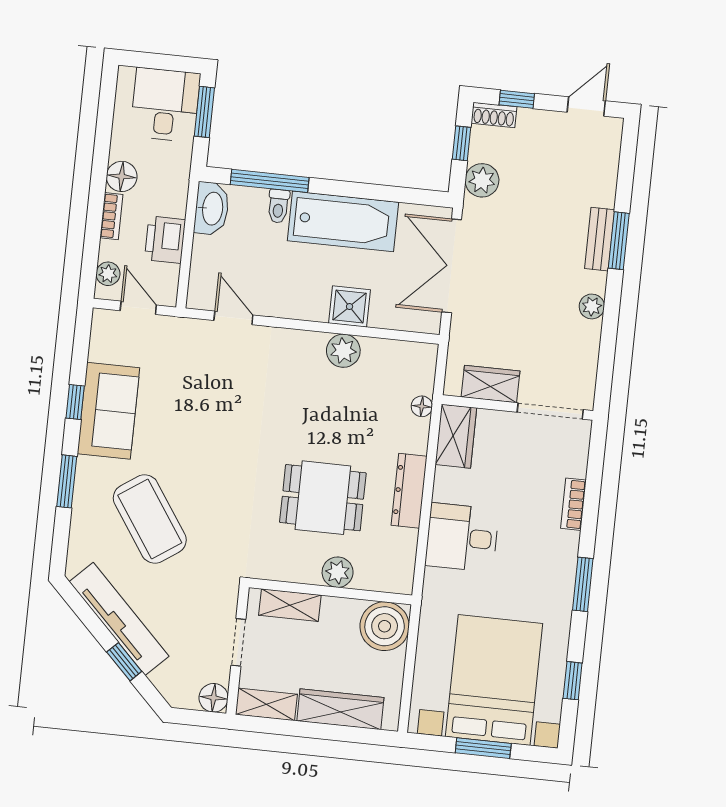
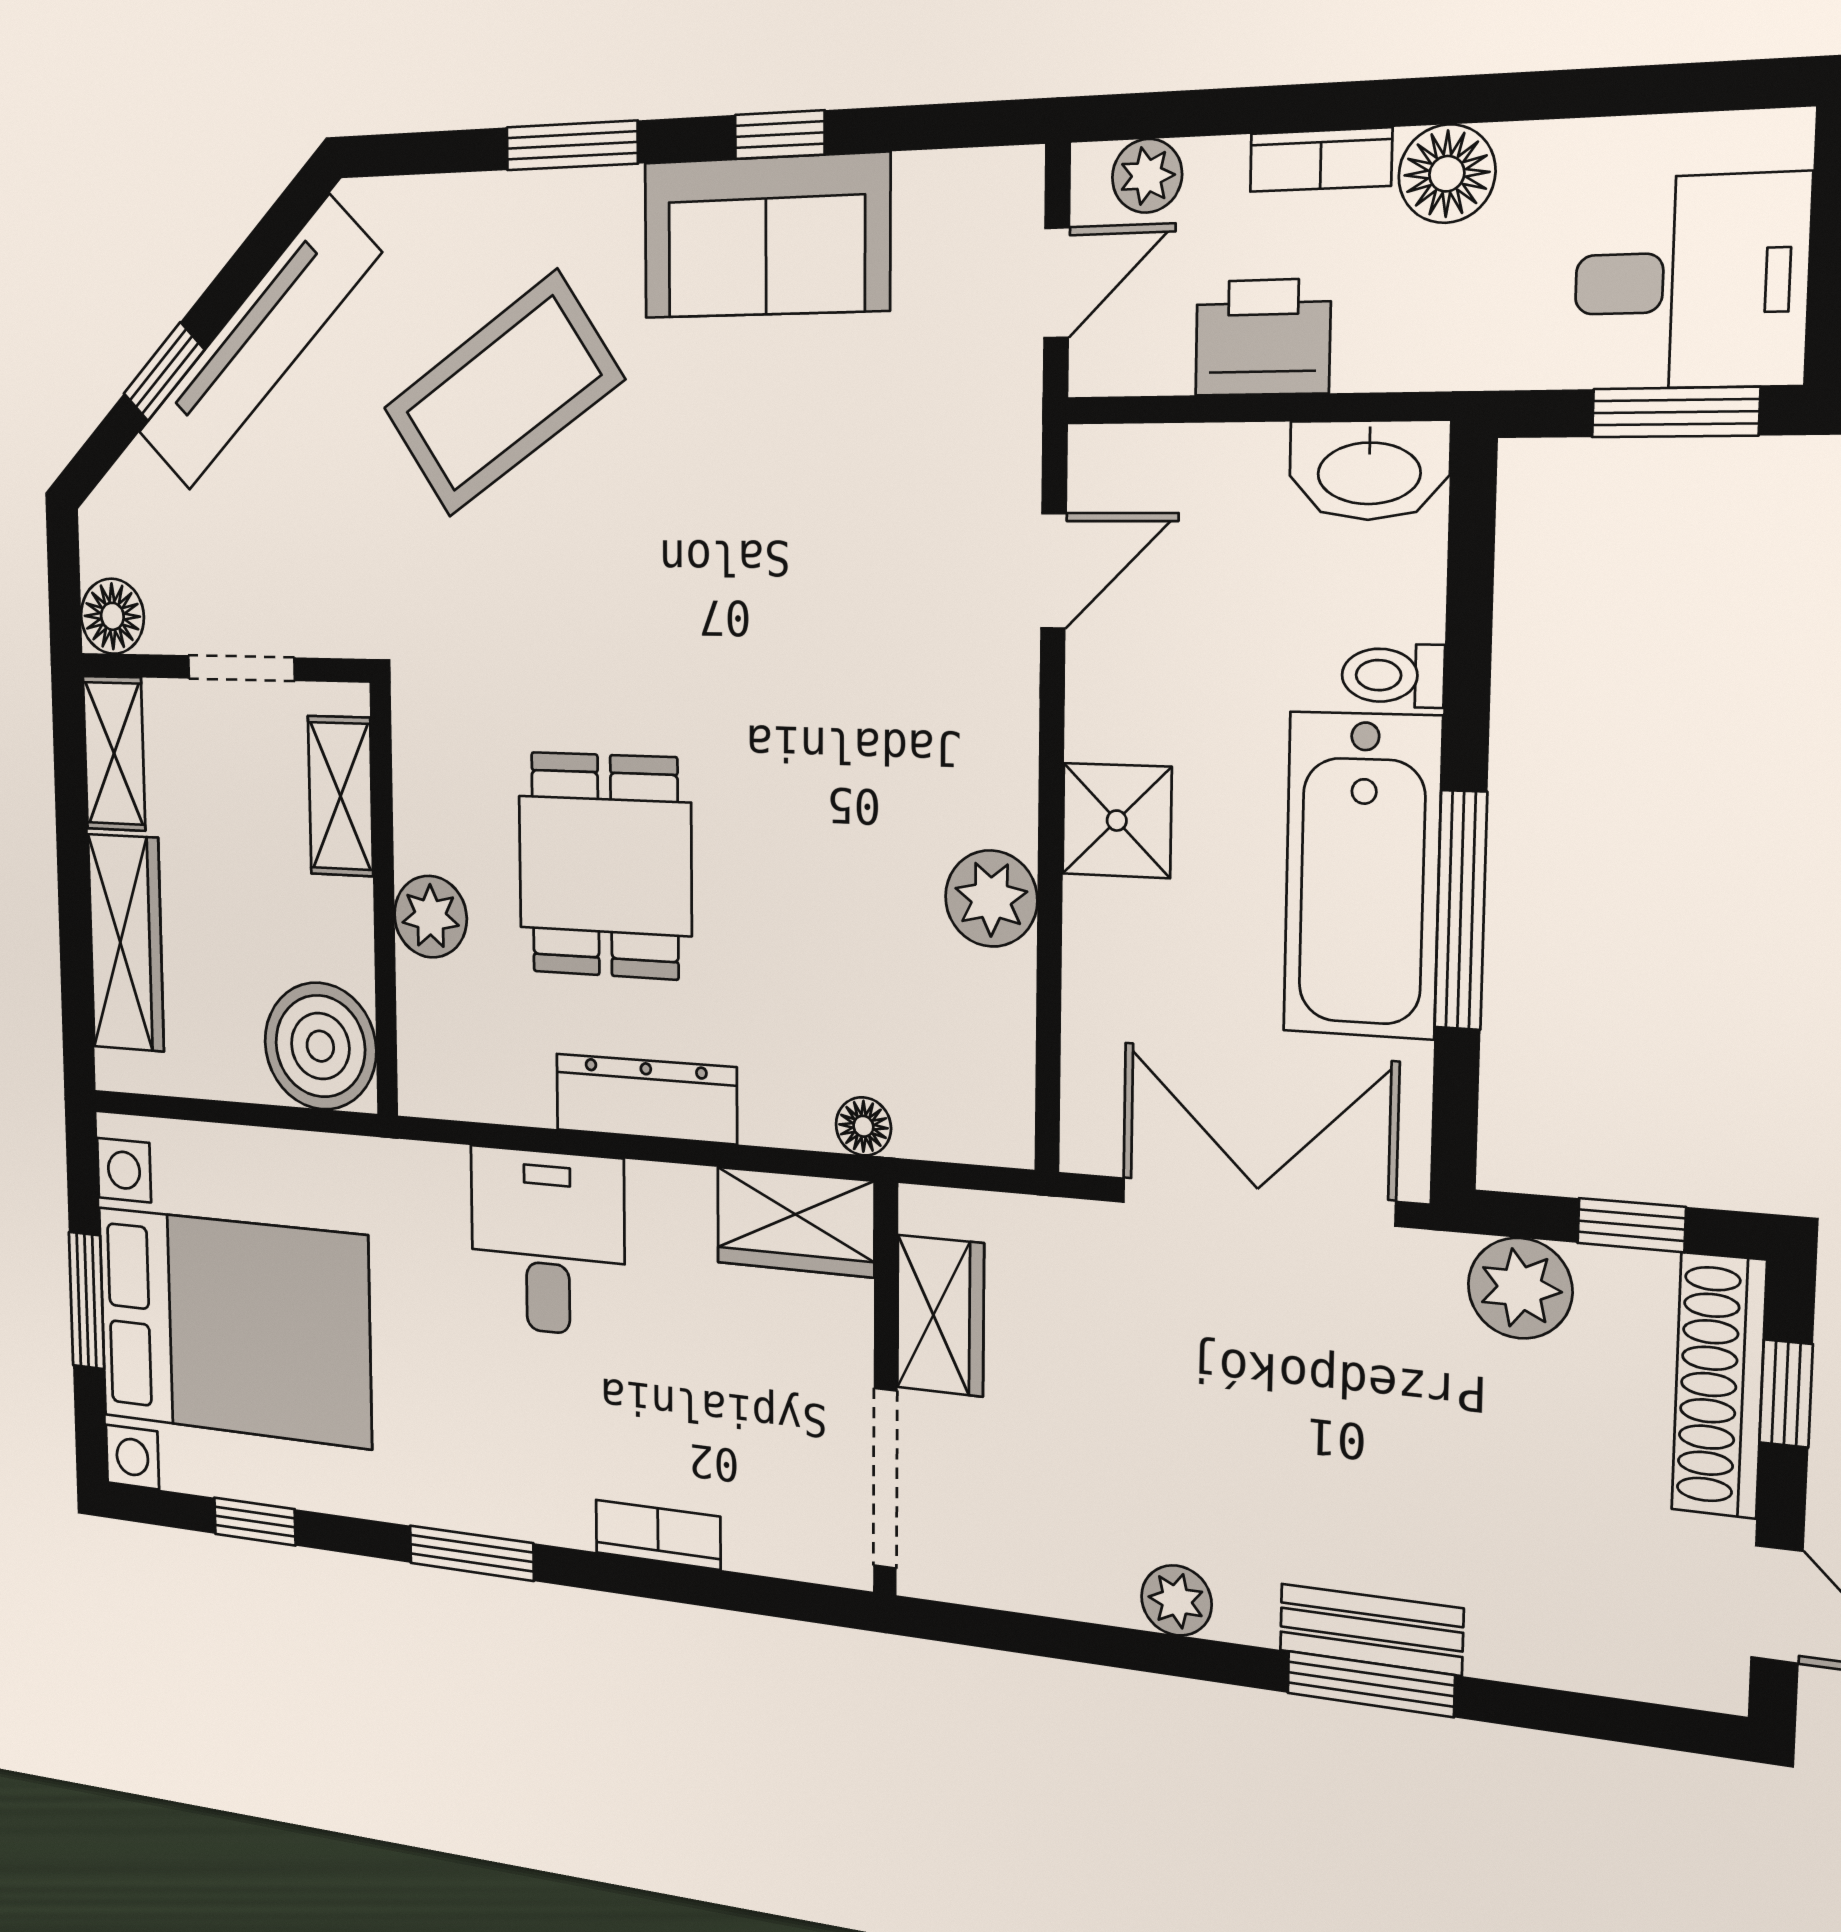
shoe rack: (494, 115) -> (1719, 1386), width x1.94, depth x1.24
window: (270, 181) -> (1461, 910), moved
shower: (350, 307) -> (1117, 821), moved

